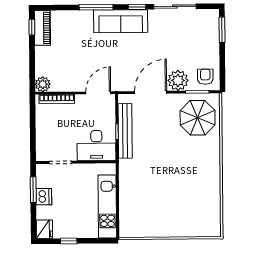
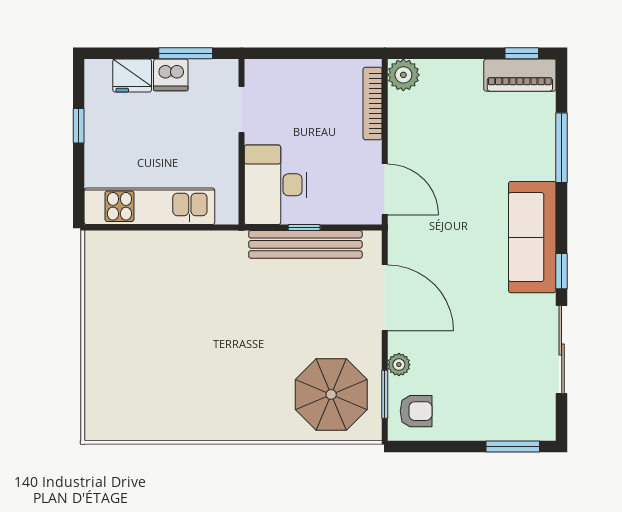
window: (96, 7) -> (562, 148), moved
plant: (178, 80) -> (399, 365), width x0.53, depth x0.53
fridge: (44, 229) -> (132, 76), moved

